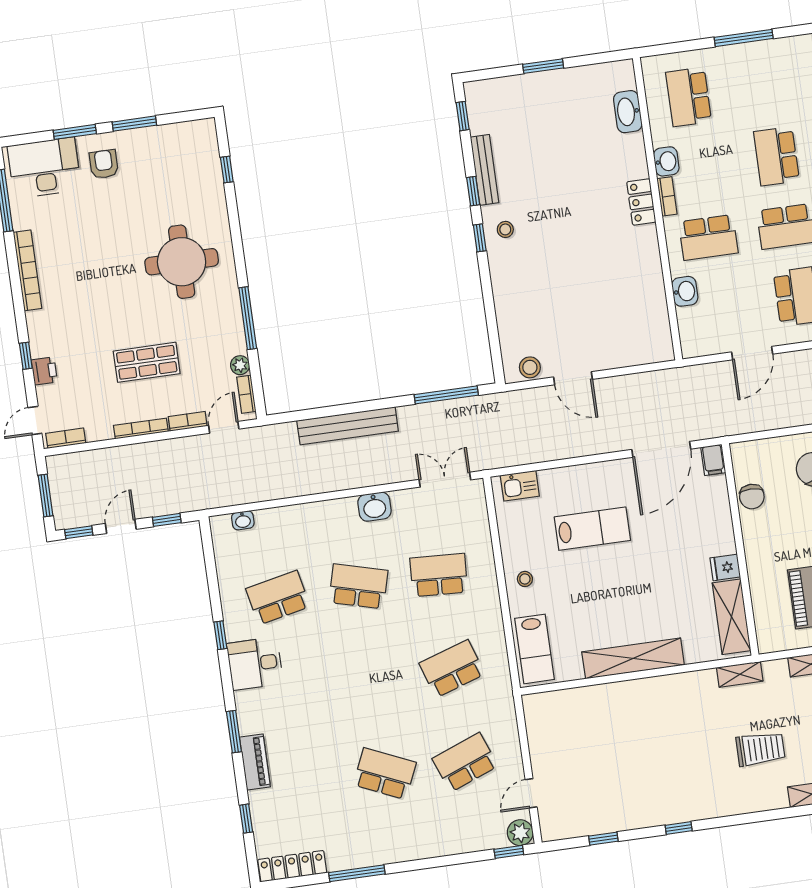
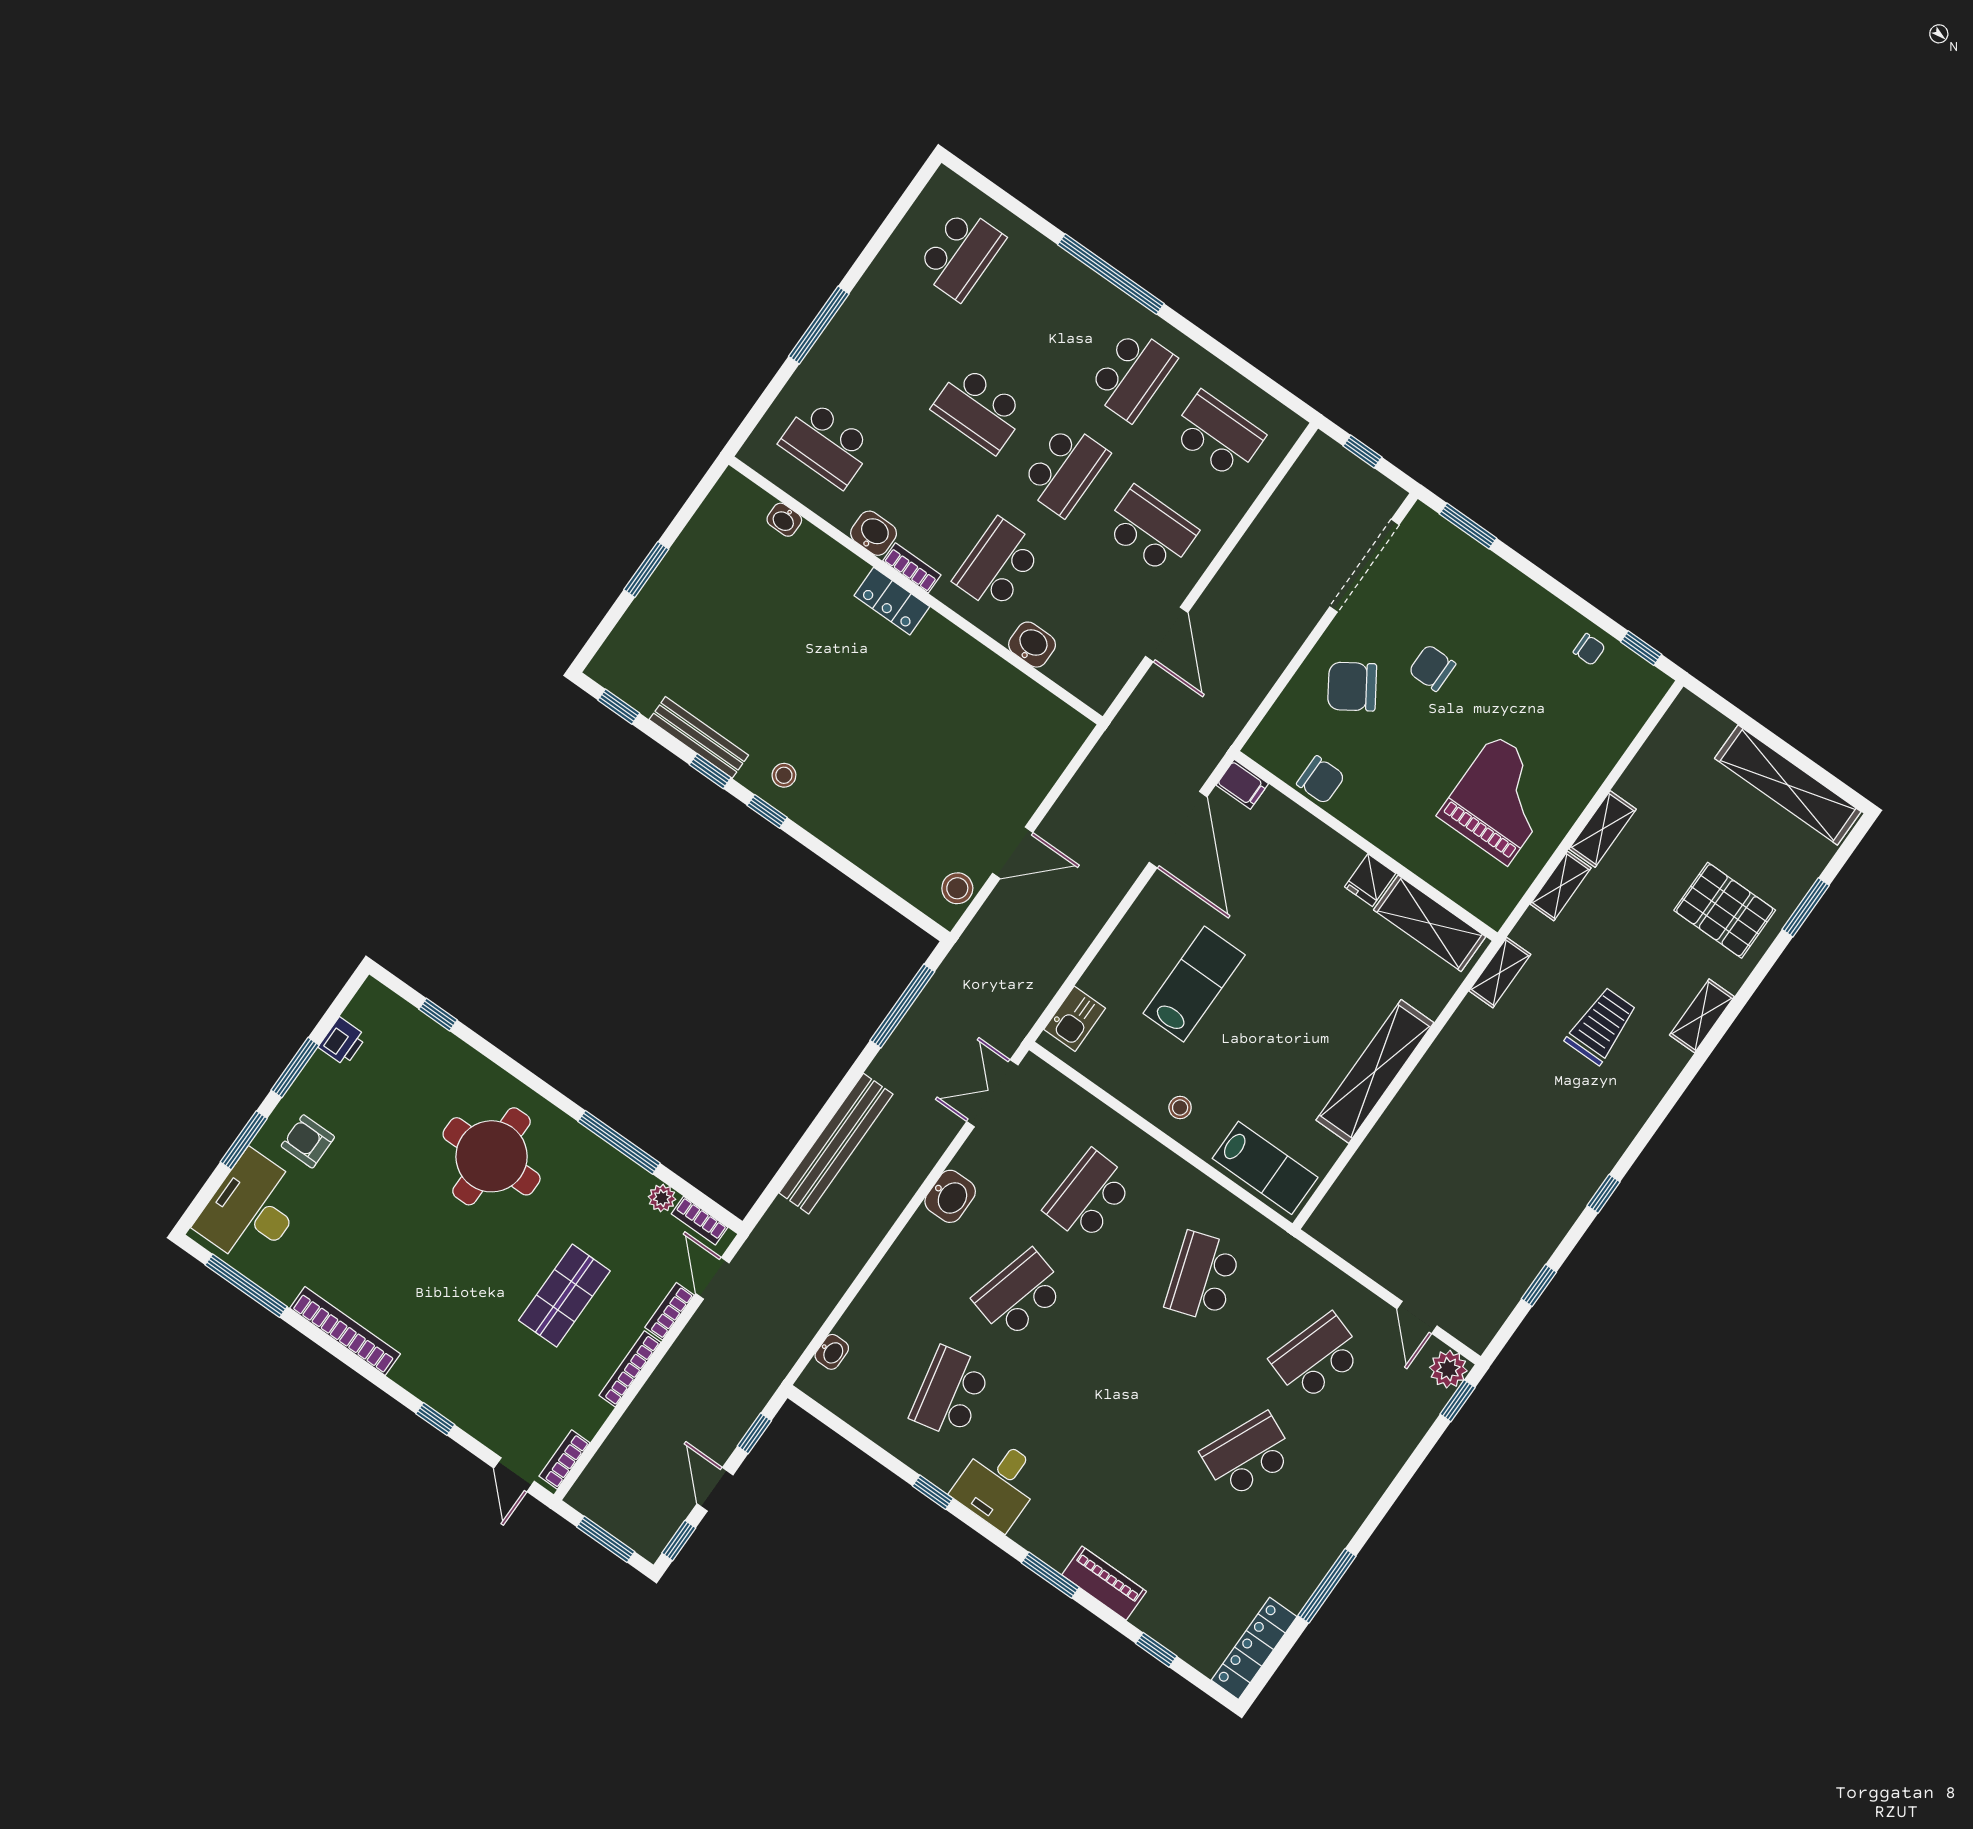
washbasin: (628, 112) -> (784, 520), width x0.52, depth x0.69
school desk: (708, 237) -> (998, 565), turned 180
printer: (44, 371) -> (342, 1042), moved, turned 90
school desk: (465, 762) -> (1317, 1357), turned 39

